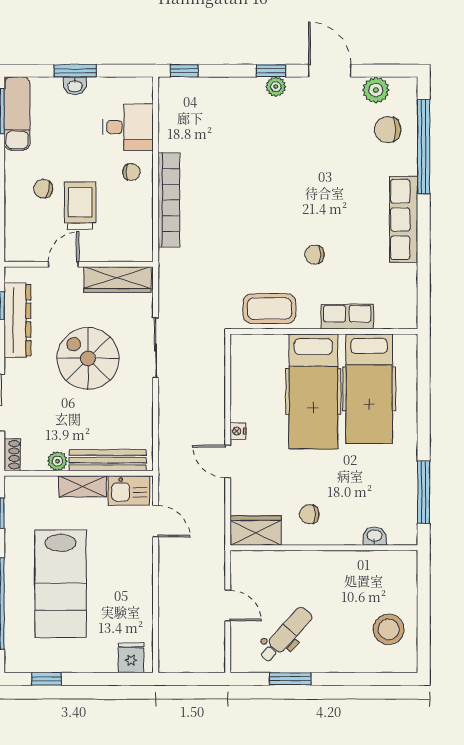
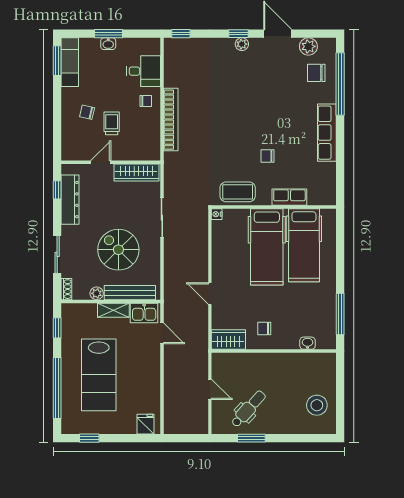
trolley: (80, 206) -> (112, 123), width x0.73, depth x0.72
spiral stairs: (88, 358) -> (118, 250), moved
nightstand: (238, 431) -> (217, 214), moved

